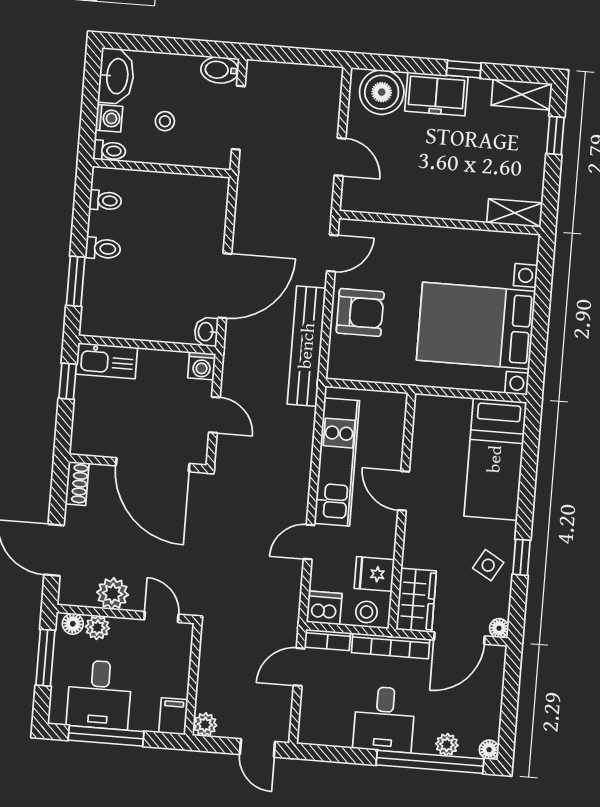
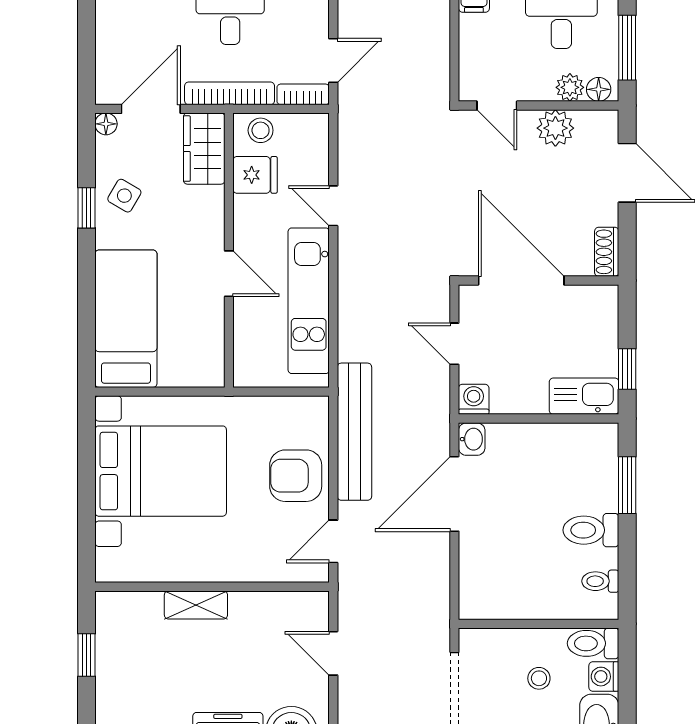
window: (555, 136) -> (87, 655), moved
toilet: (109, 151) -> (593, 643), width x1.37, depth x1.39
shelving: (515, 213) -> (196, 605), moved
toilet: (103, 249) -> (591, 530), width x1.37, depth x1.39
door: (309, 542) -> (333, 206), swing flipped
dishwasher: (324, 608) -> (310, 131), removed

